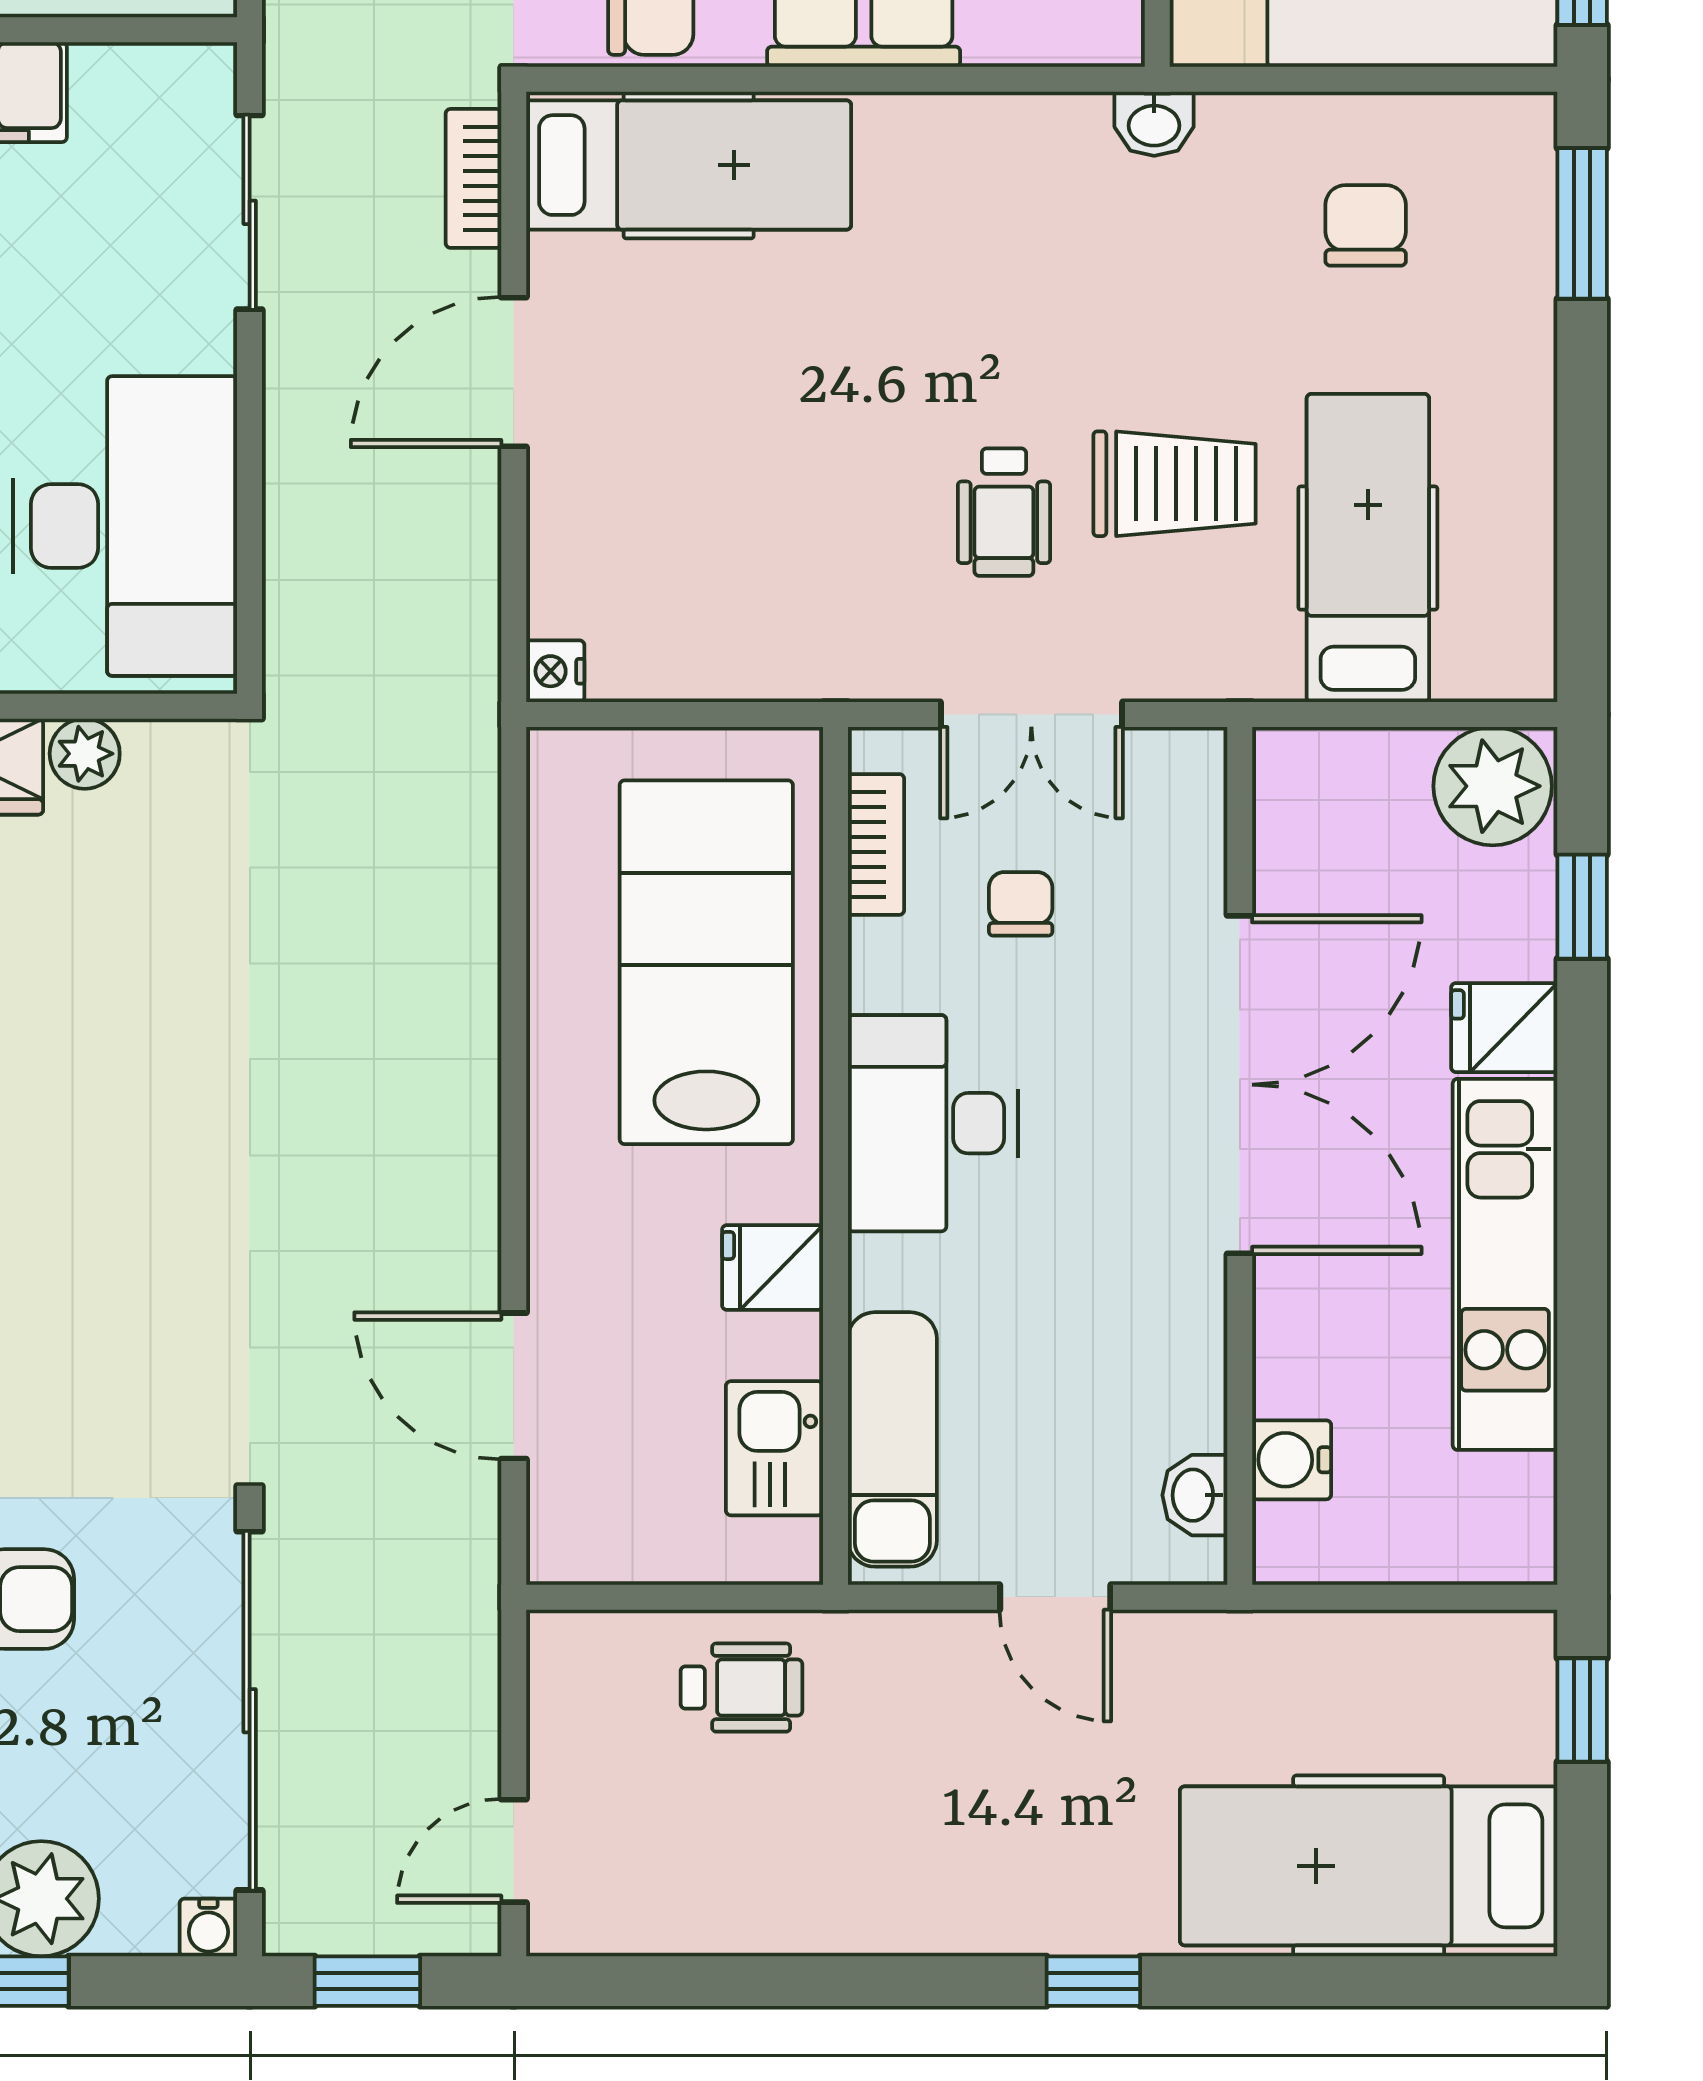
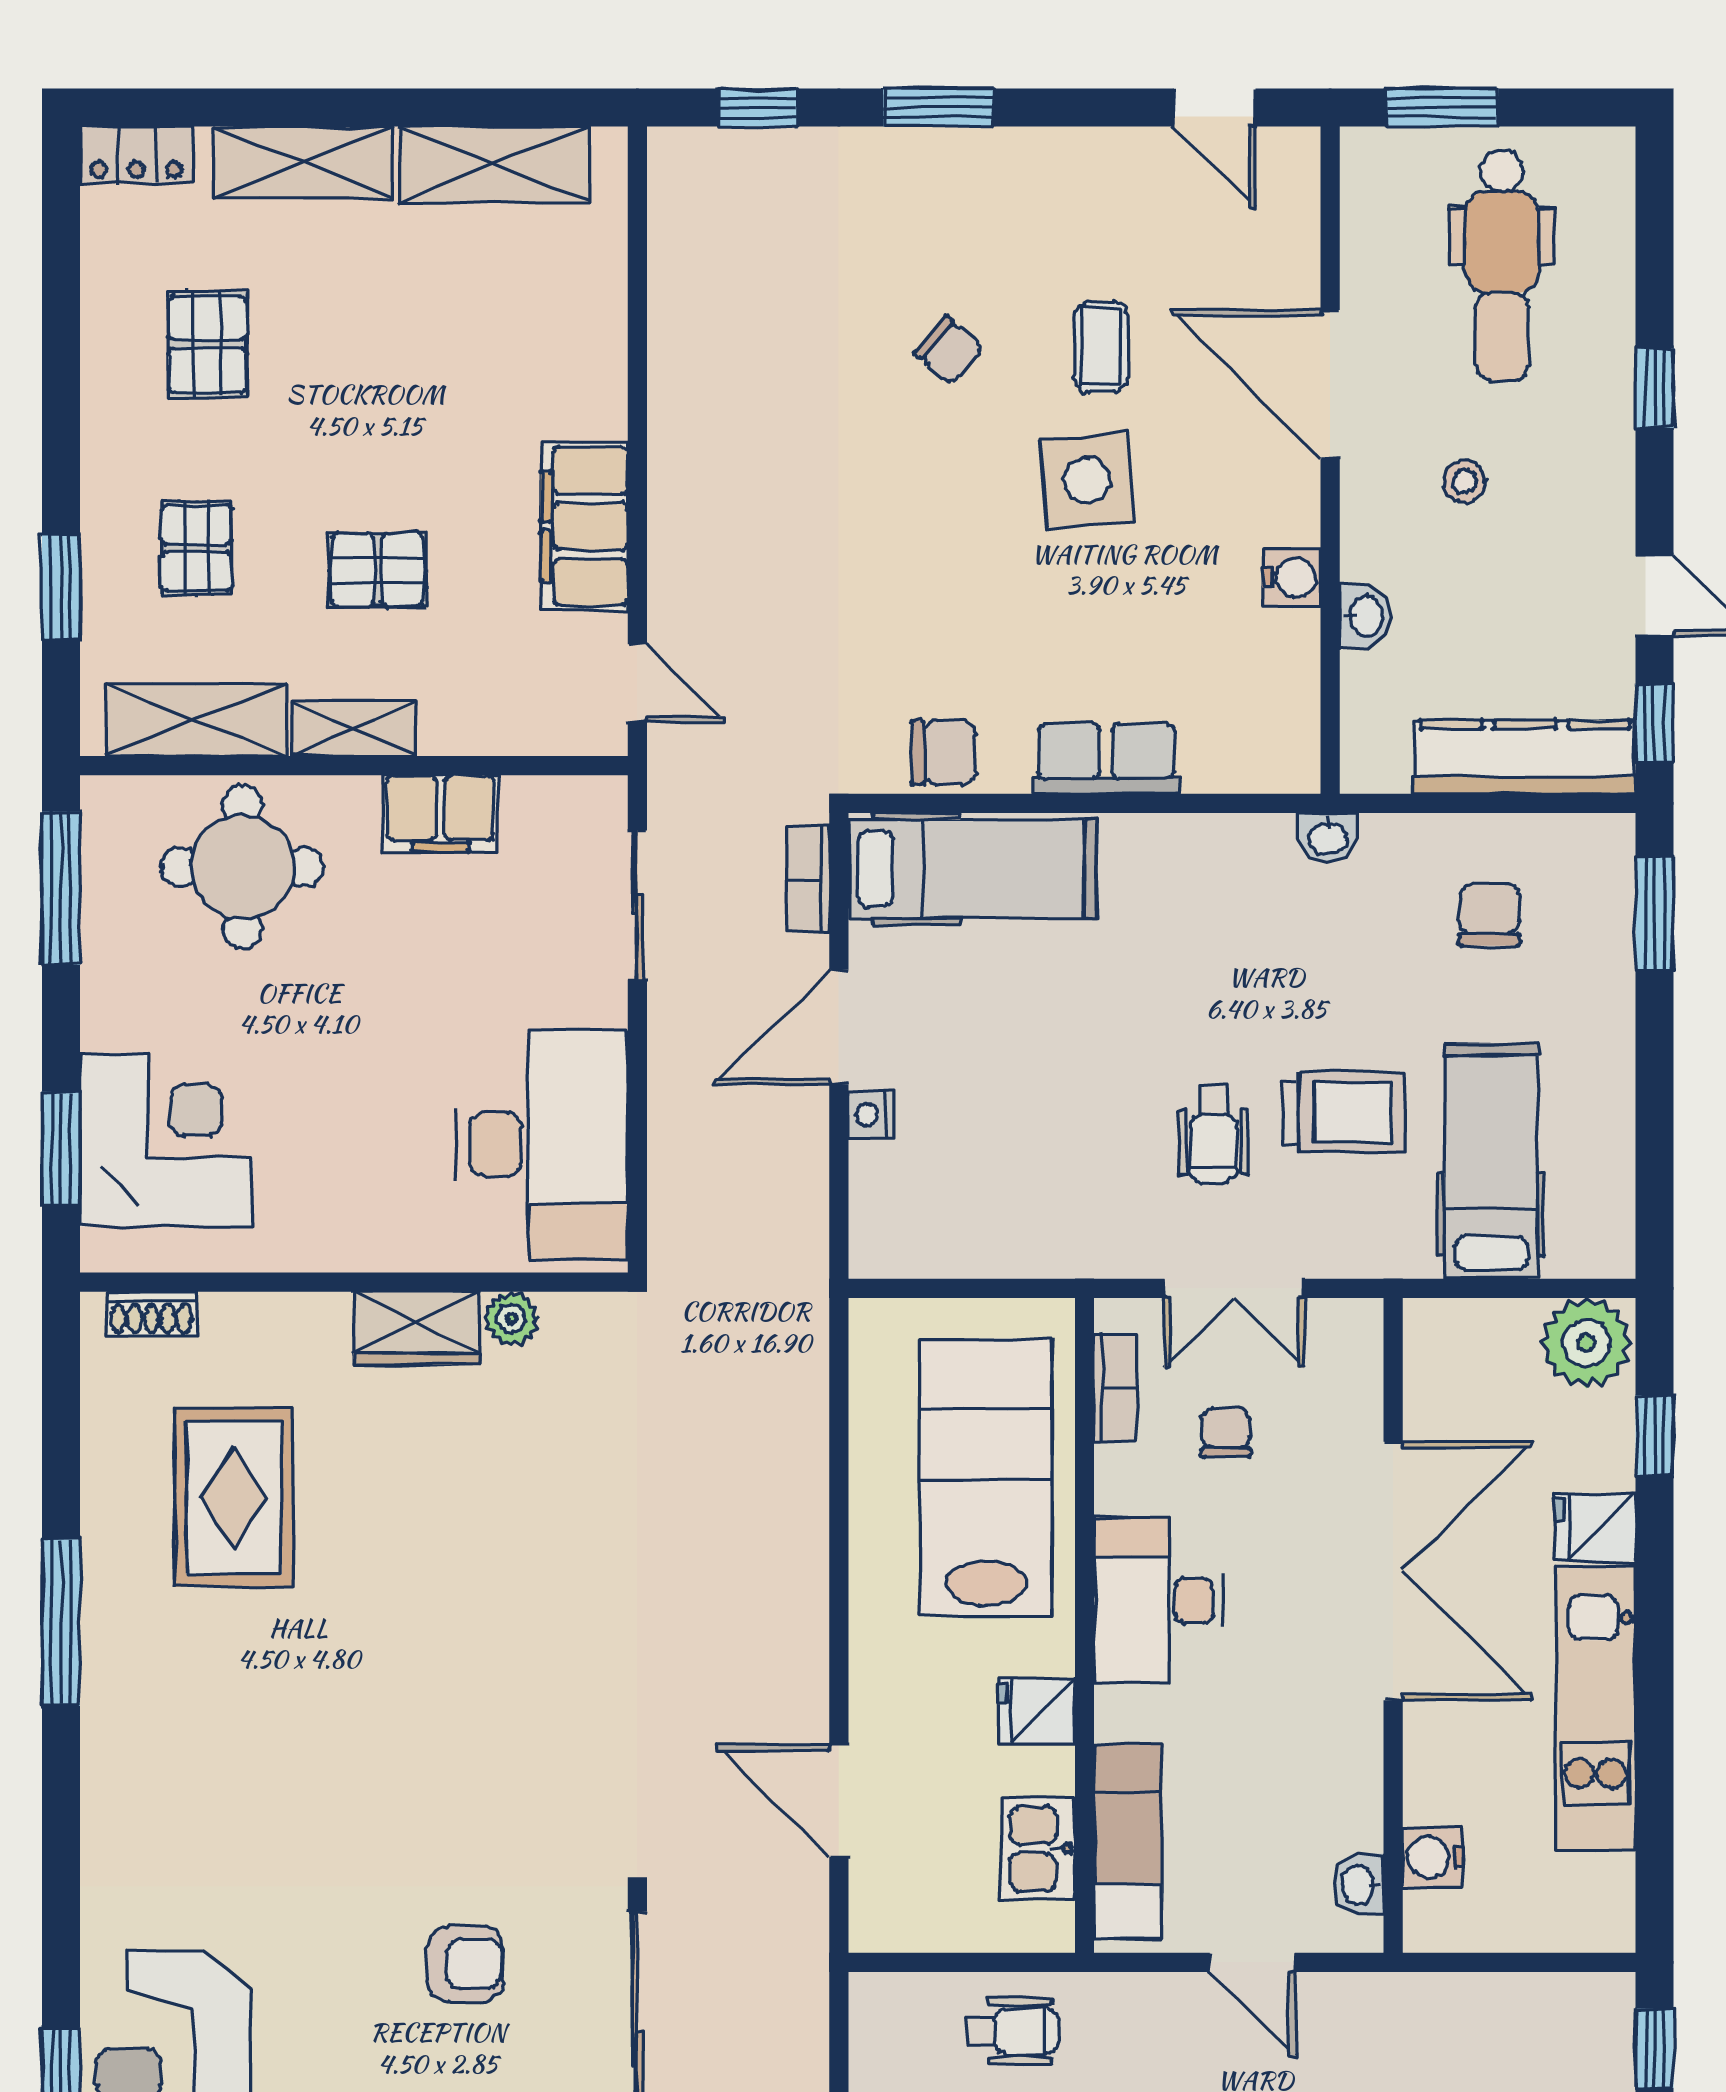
nightstand: (555, 671) -> (871, 1115), moved

